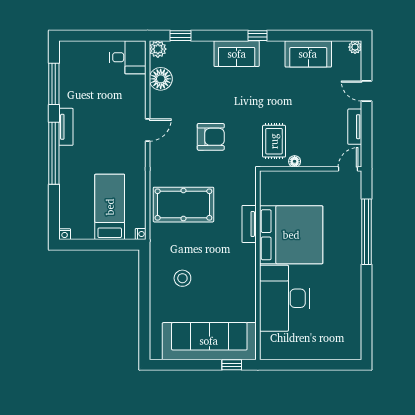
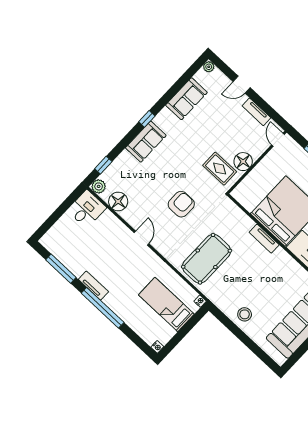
floor lamp: (295, 161) -> (243, 162), width x1.89, depth x1.89
tv unit: (249, 224) -> (264, 239), moved
stool: (182, 278) -> (245, 314), moved

